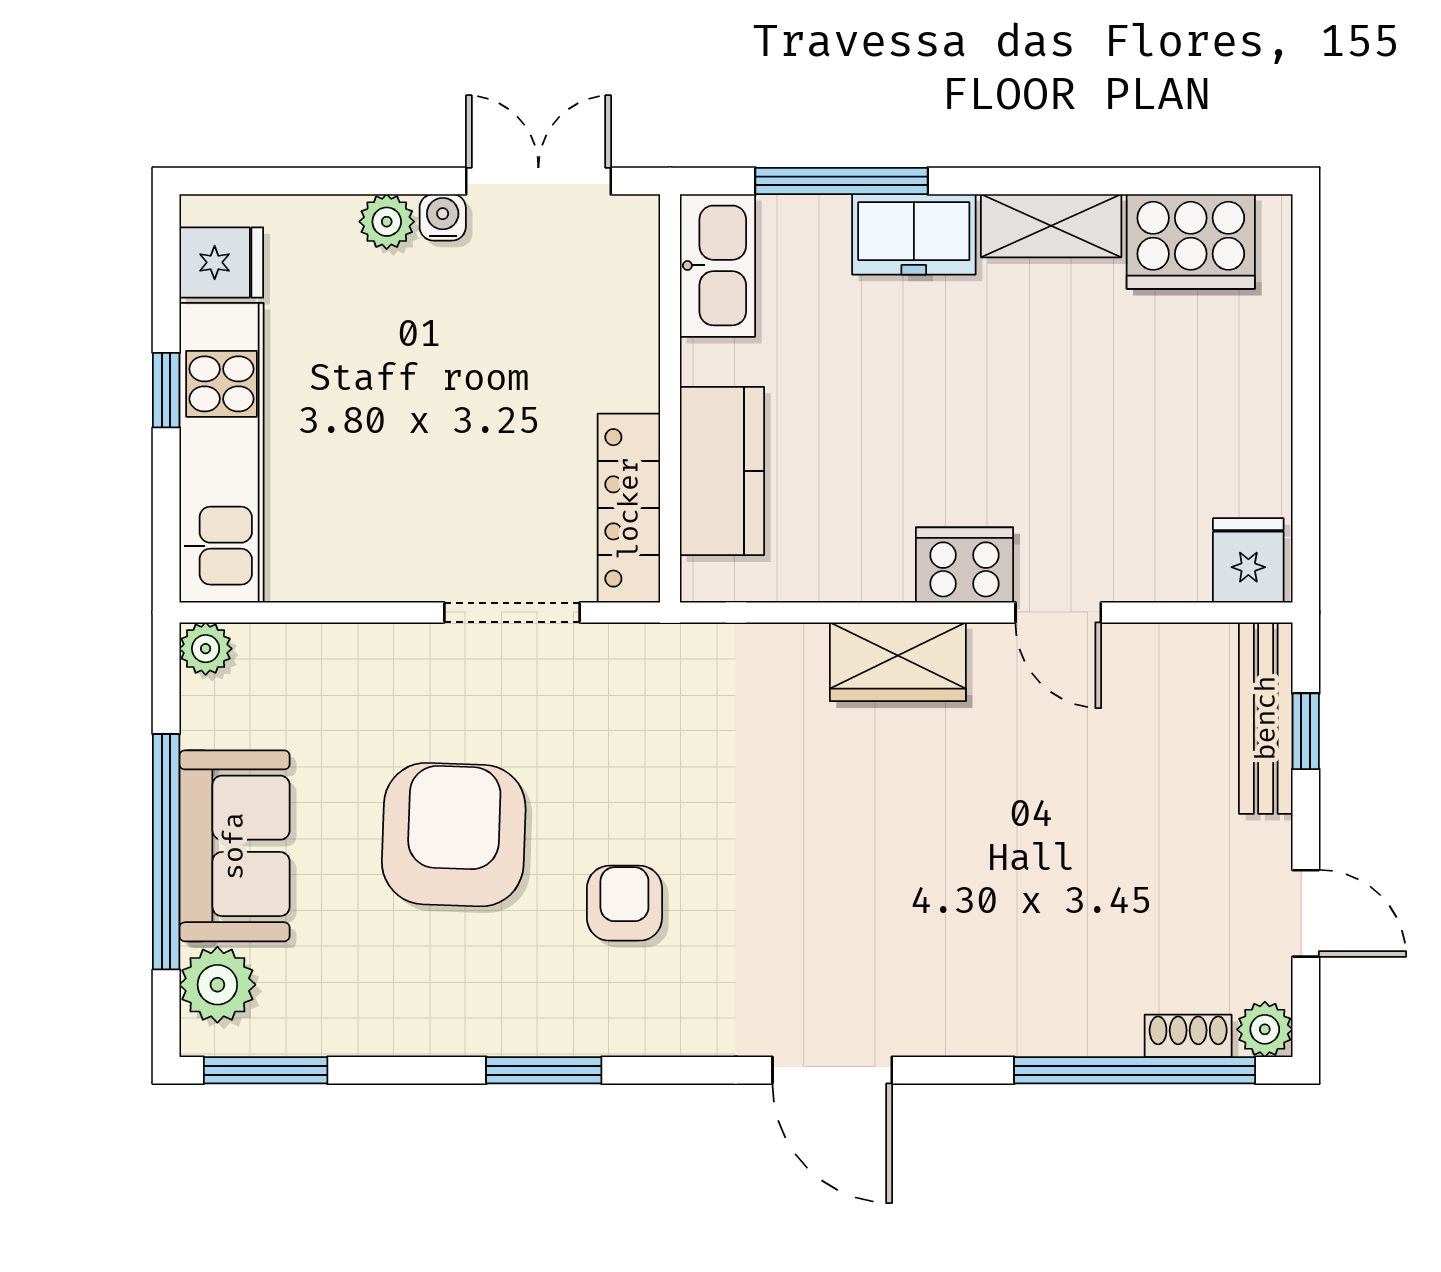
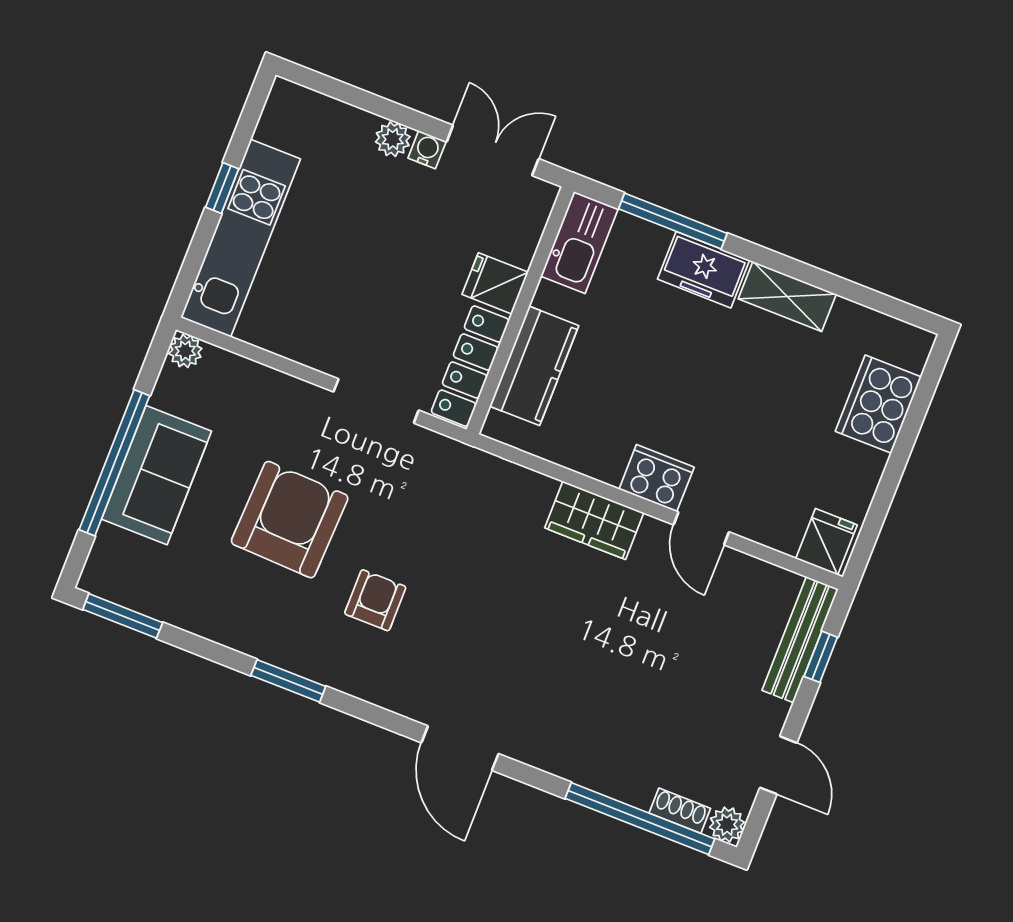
cooker: (1191, 241) -> (878, 404), moved, turned 90
fridge: (221, 262) -> (495, 283), moved, turned 180
plant: (217, 985) -> (114, 554), removed

